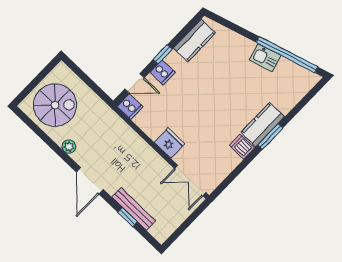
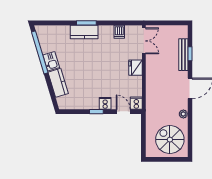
kitchen counter: (194, 41) -> (58, 83), moved, turned 73
dishwasher: (242, 146) -> (119, 32), moved

